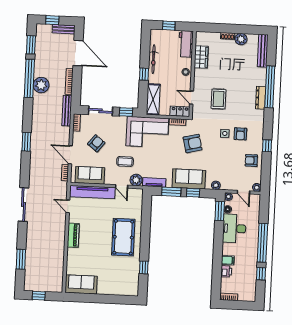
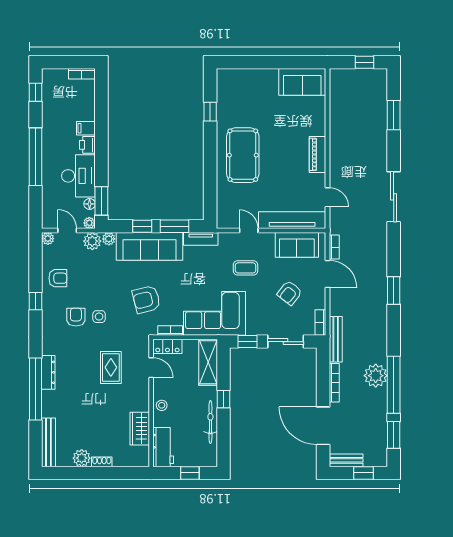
sofa: (189, 179) -> (149, 246), width x1.36
plant: (136, 180) -> (92, 241), moved
printer: (226, 271) -> (87, 145), moved
window: (261, 274) -> (35, 92), moved

